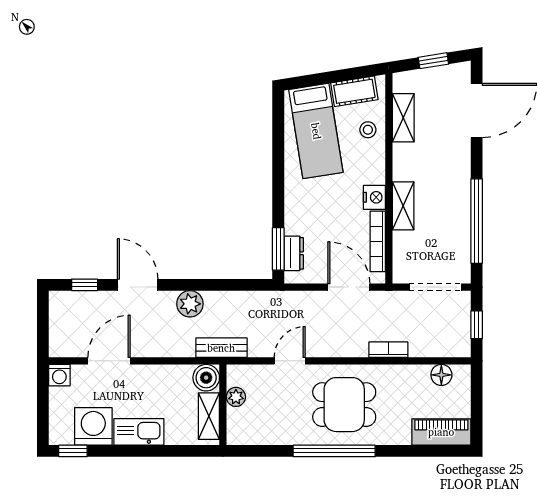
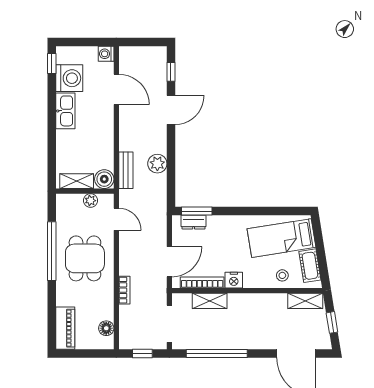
shelving: (403, 118) -> (305, 301), moved
shelving: (403, 206) -> (210, 301), moved
plant: (190, 304) -> (157, 164), moved
boiler: (206, 378) -> (104, 179), moved
plant: (236, 397) -> (90, 201), moved
wall: (223, 405) -> (85, 191), moved
shelving: (209, 416) -> (77, 181), moved

